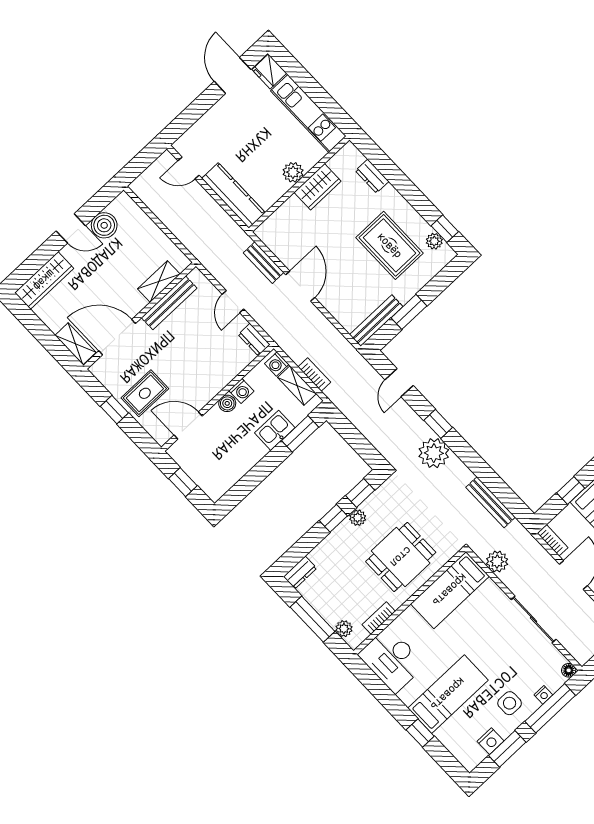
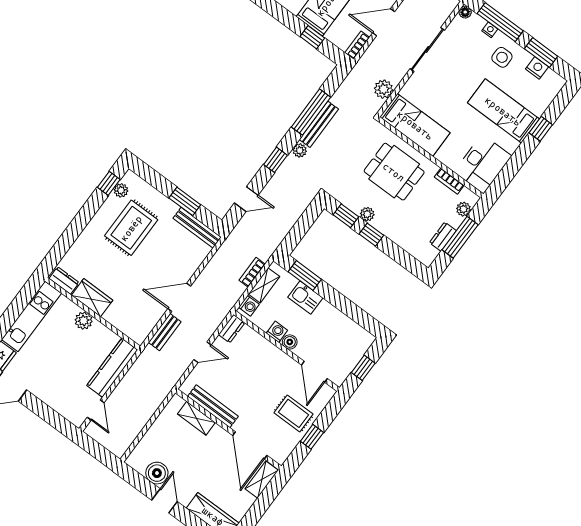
dresser: (372, 176) -> (64, 280), moved, turned -90
plant: (434, 453) -> (300, 150), width x0.53, depth x0.53
window: (485, 474) -> (311, 112), added
bench: (491, 502) -> (319, 124), moved
dresser: (300, 572) -> (443, 237), moved, turned -90

